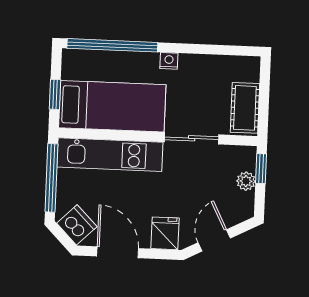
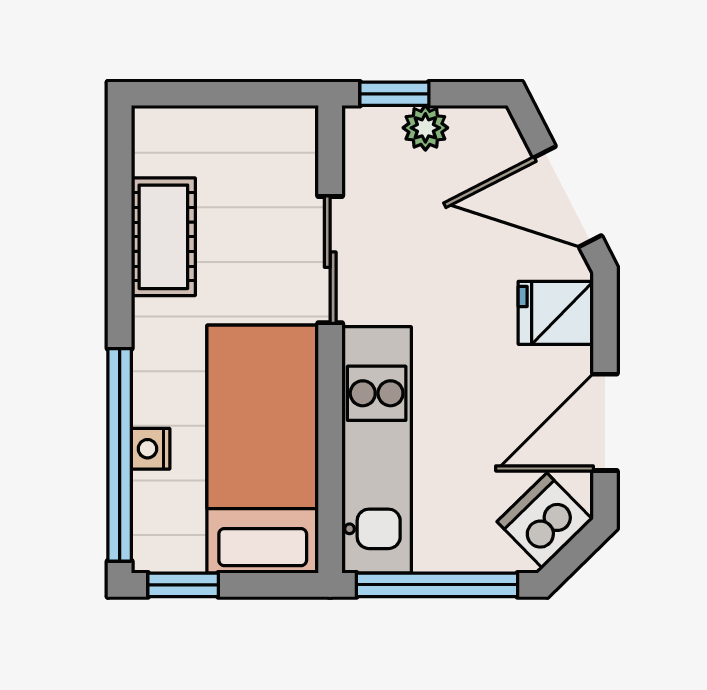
nightstand: (169, 61) -> (151, 449), moved
window: (55, 94) -> (183, 585), moved
cot: (245, 108) -> (163, 237), moved, turned 90
door: (214, 240) -> (567, 197), width x1.38

